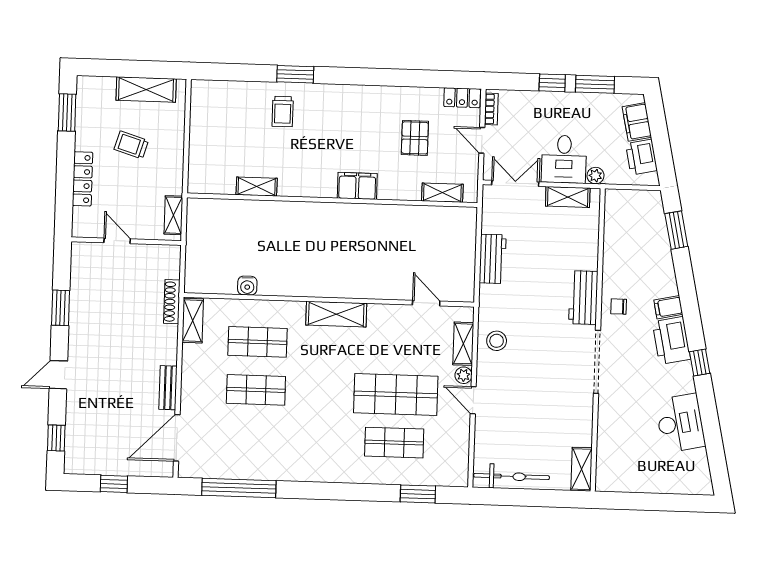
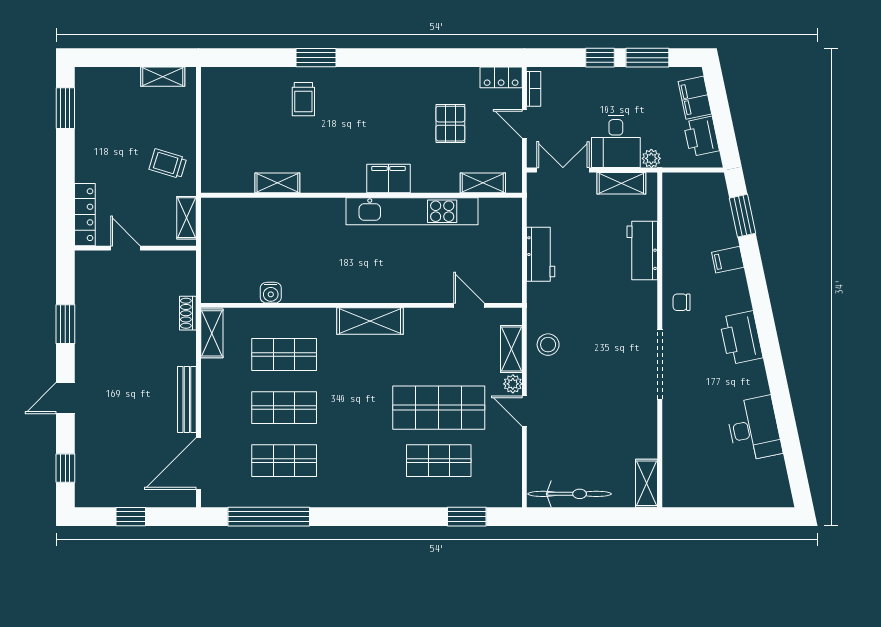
shelving: (146, 89) -> (163, 77), width x0.67, depth x0.75
trolley: (131, 145) -> (168, 164), moved
locker: (83, 179) -> (85, 215), moved
kitchen unit: (377, 216) -> (412, 211), added
workbench: (583, 297) -> (642, 250), moved
shoe rack: (172, 302) -> (188, 313), width x0.70
filing cabinet: (668, 307) -> (728, 260), moved
window: (700, 363) -> (773, 361), removed
bench: (168, 388) -> (187, 400), width x1.36
shop shelf: (254, 438) -> (284, 461), added

